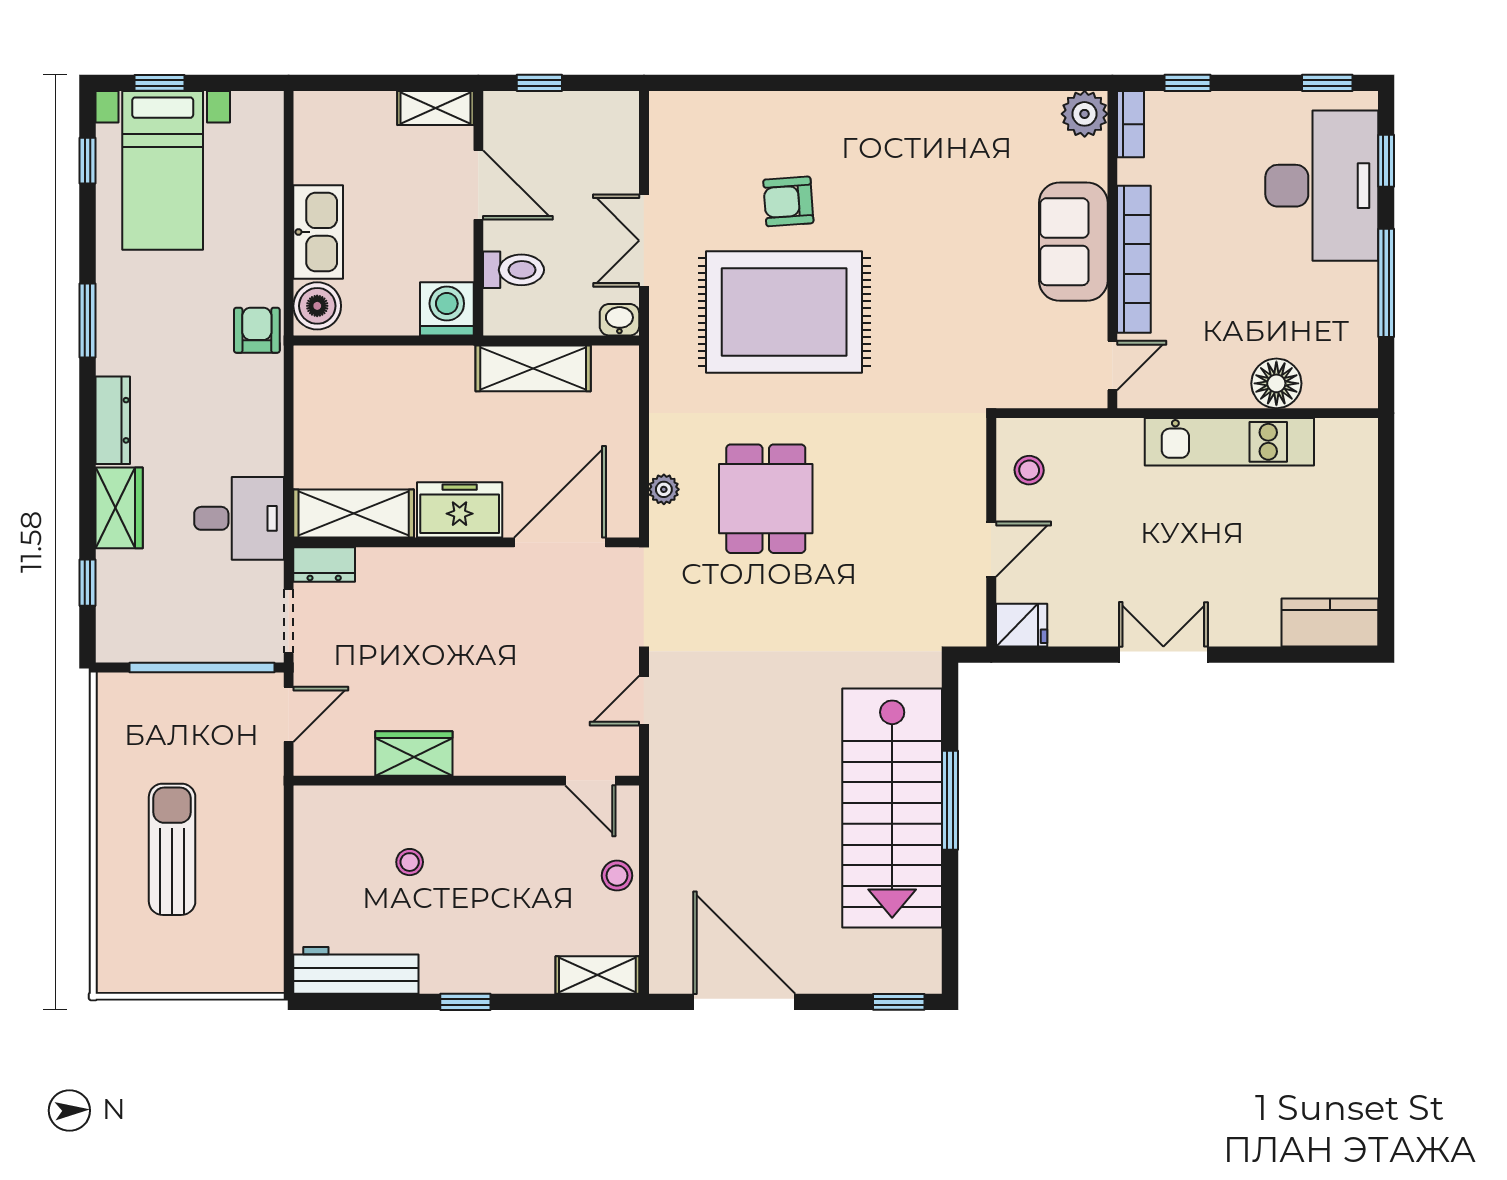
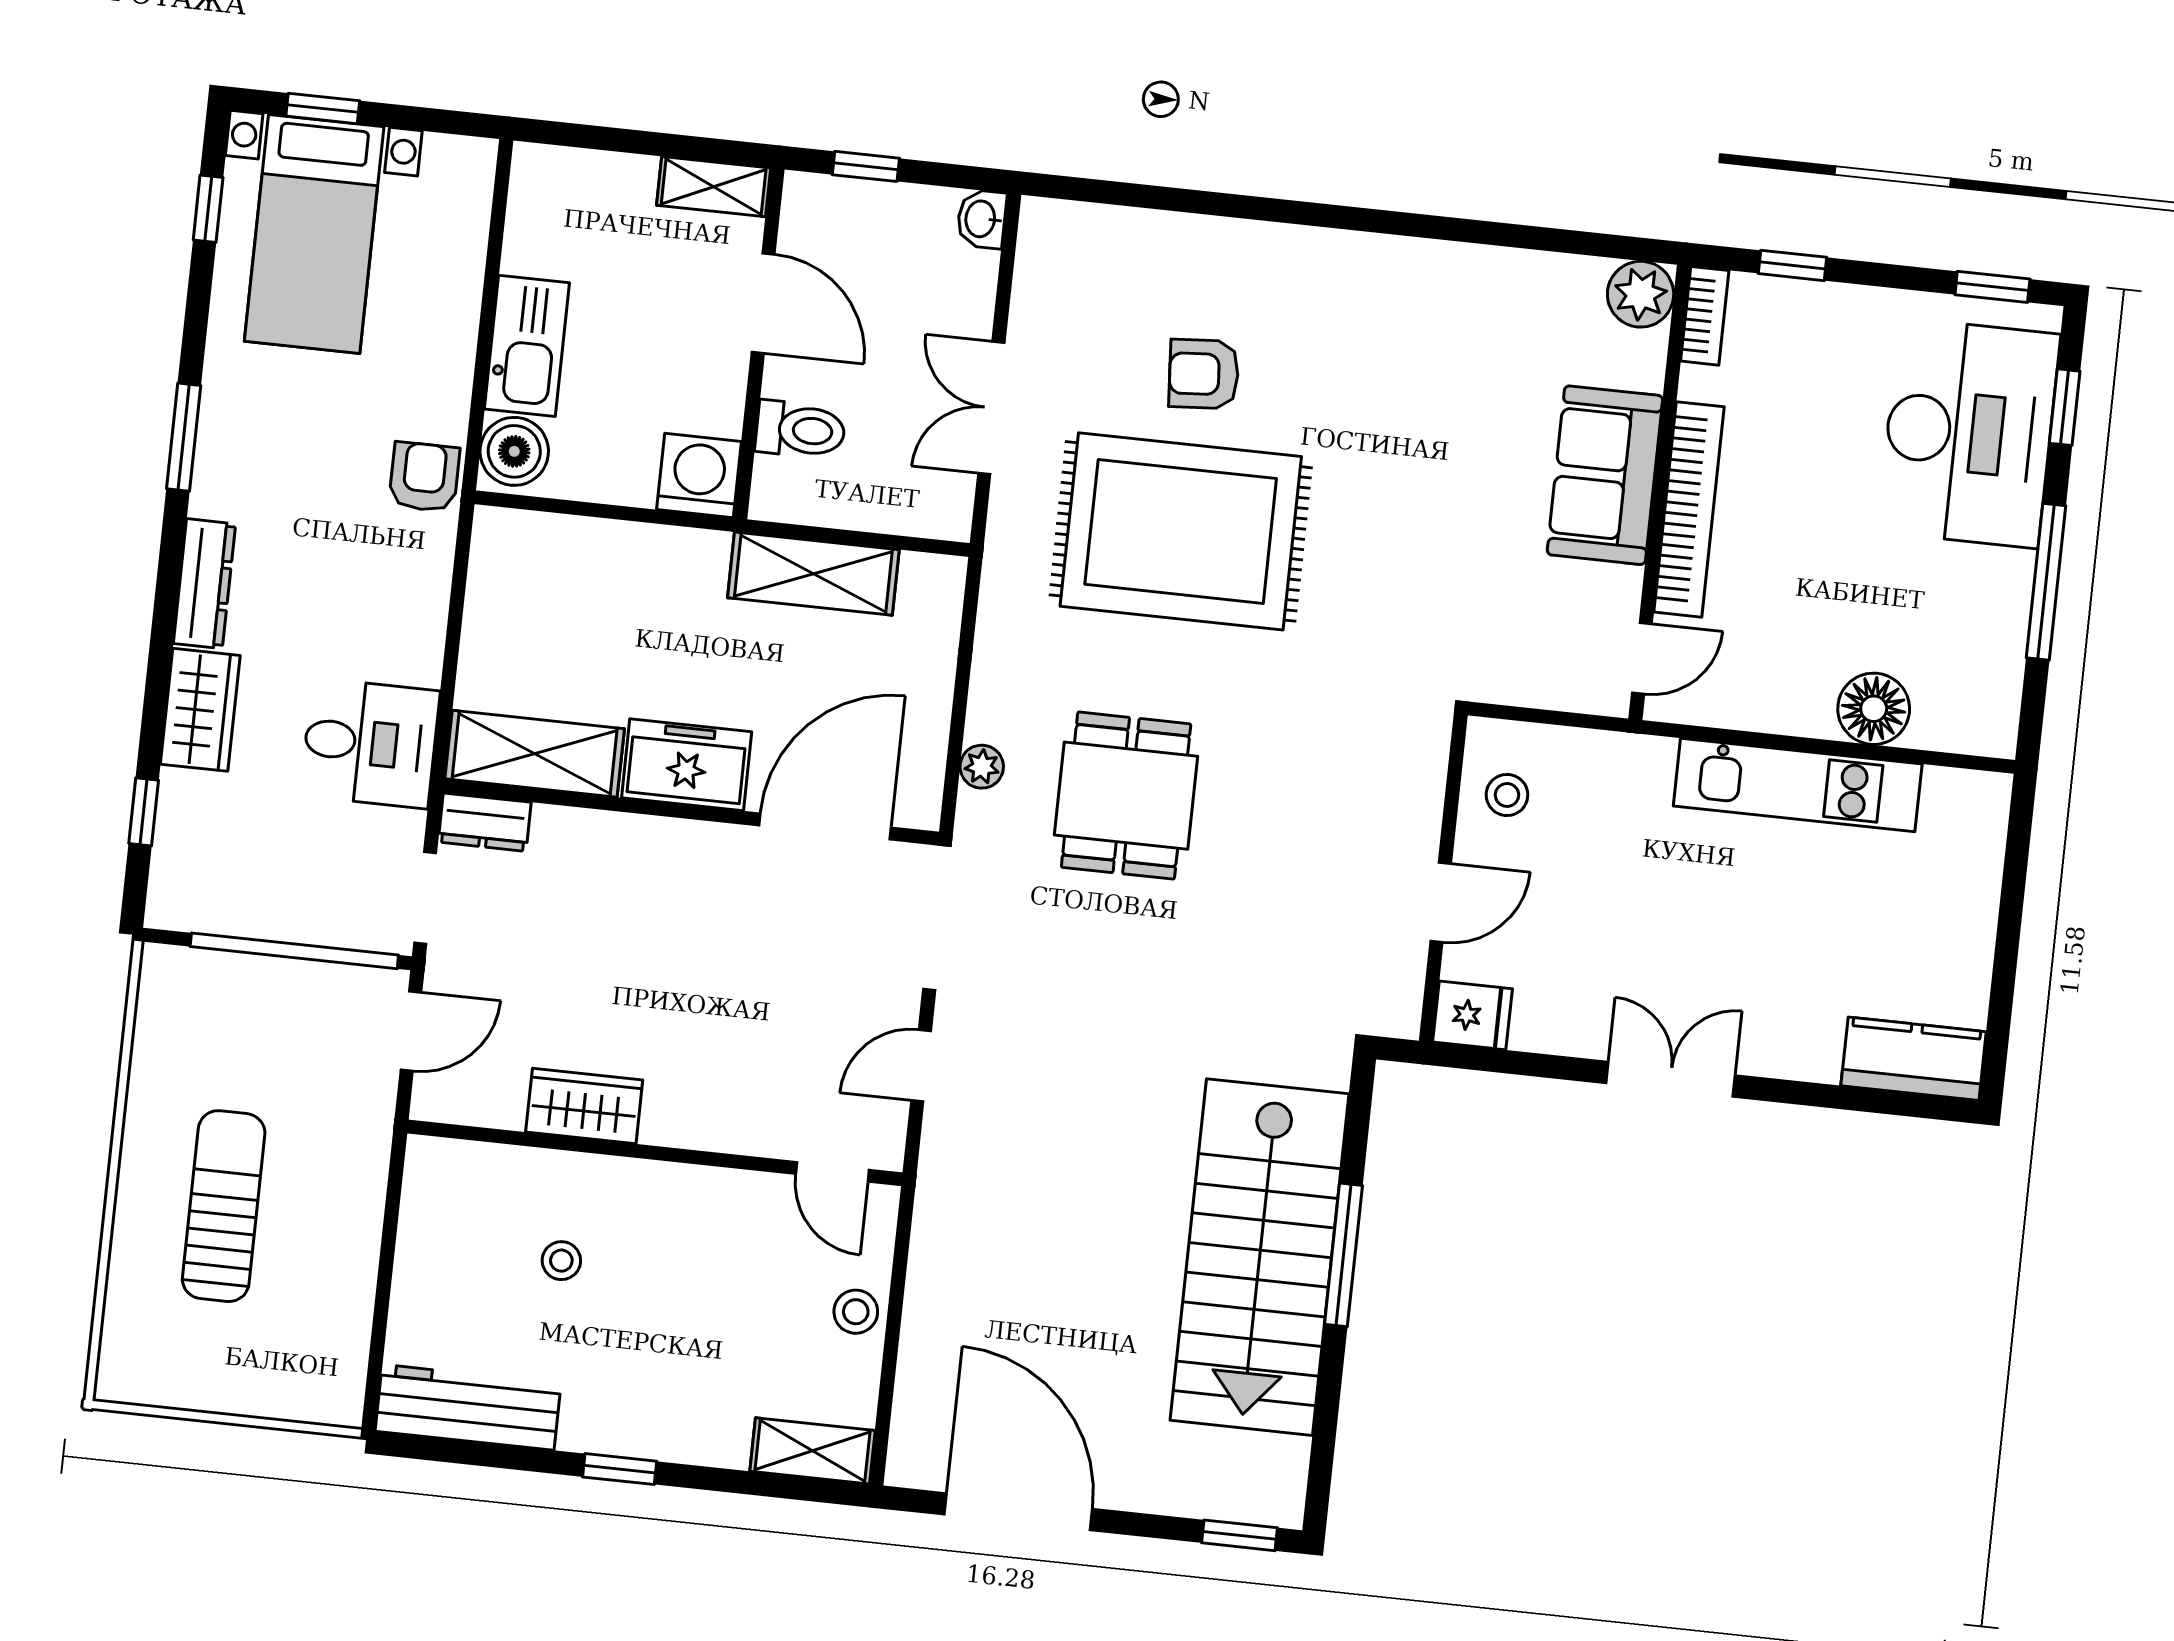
washbasin: (619, 320) -> (982, 219), moved, turned -90

